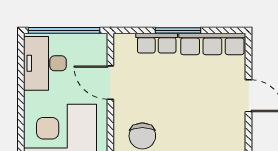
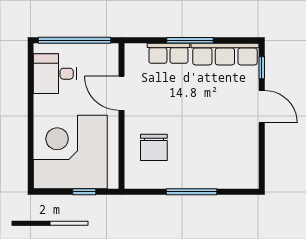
window: (249, 57) -> (262, 68), added
desk: (45, 63) -> (55, 74), width x0.73

